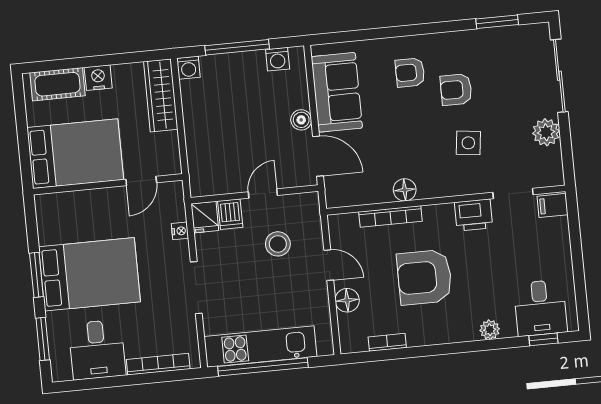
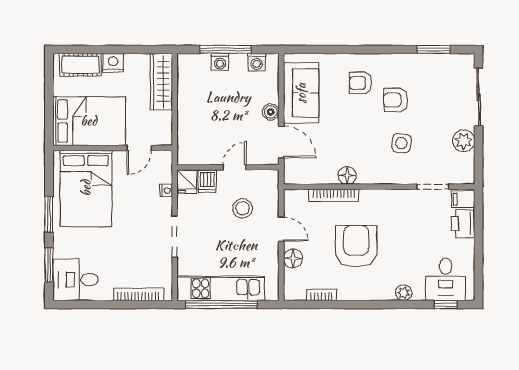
washing machine: (188, 68) -> (220, 62), moved
printer: (474, 215) -> (463, 224), moved, turned 90
bed: (90, 274) -> (86, 188), moved, turned 90
armchair: (424, 277) -> (356, 246), turned 90
desk: (97, 350) -> (75, 280), moved, turned 90

